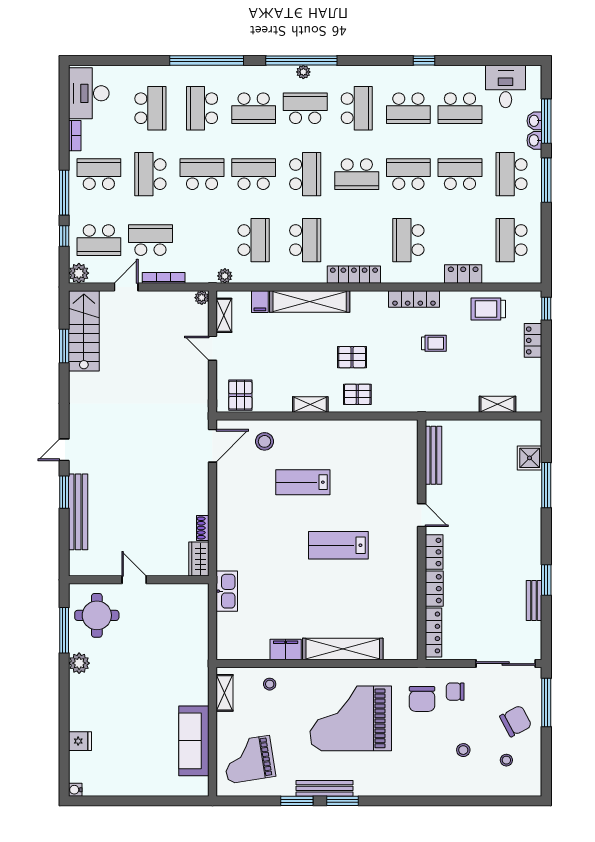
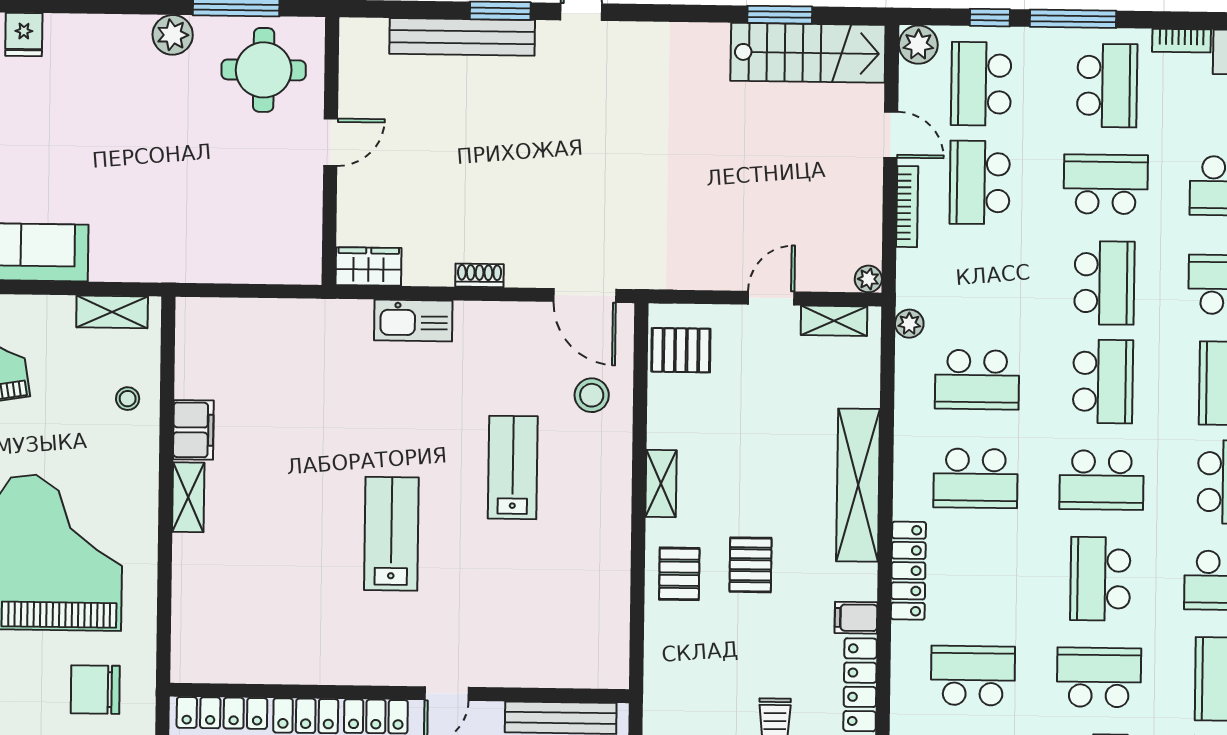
school desk: (408, 174) -> (1099, 677), turned -90
school desk: (150, 240) -> (980, 182), turned 180
filing cabinet: (260, 302) -> (856, 618), moved
shoe rack: (203, 528) -> (480, 275), moved
kitchen sink: (227, 591) -> (413, 321), moved
shelving: (343, 649) -> (188, 497), width x0.45, depth x0.75

